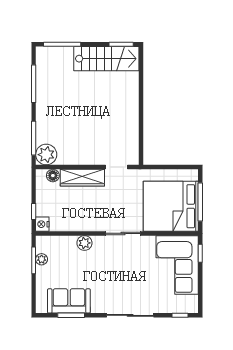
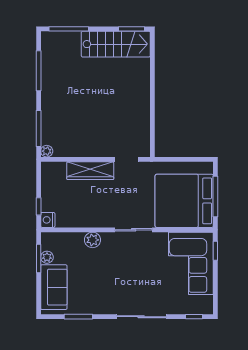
plant: (46, 155) -> (47, 151), width x0.53, depth x0.53
floor lamp: (53, 176) -> (59, 168), removed
sofa: (69, 301) -> (54, 287), moved, turned 90

